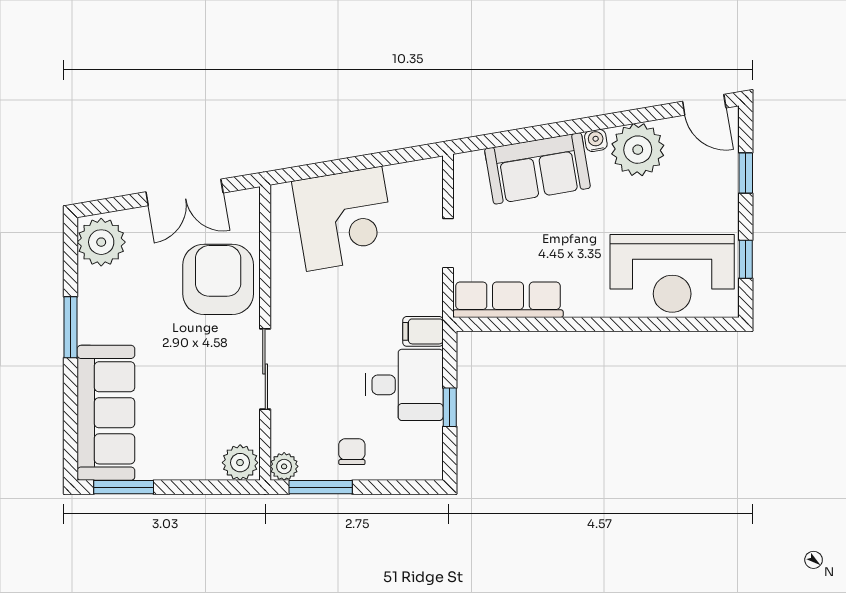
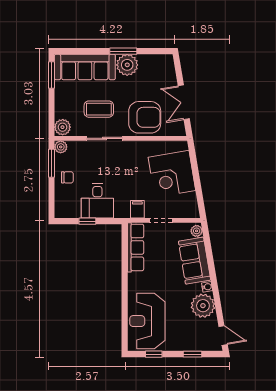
door: (704, 105) -> (223, 335), swing flipped
plant: (471, 164) -> (197, 231), added
plant: (101, 242) -> (127, 65), moved
filing cabinet: (423, 331) -> (137, 209), moved
coffee table: (200, 382) -> (99, 109), added

